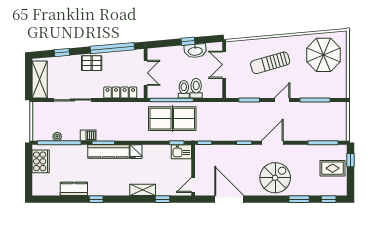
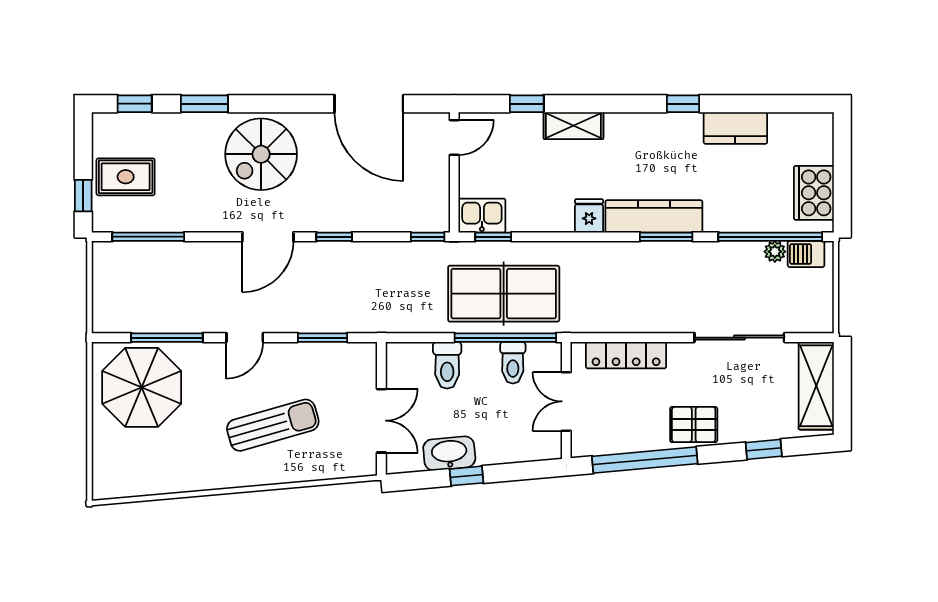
parasol: (323, 55) -> (142, 387), moved
toilet: (184, 89) -> (513, 363), moved
barbecue: (88, 135) -> (806, 254), moved

